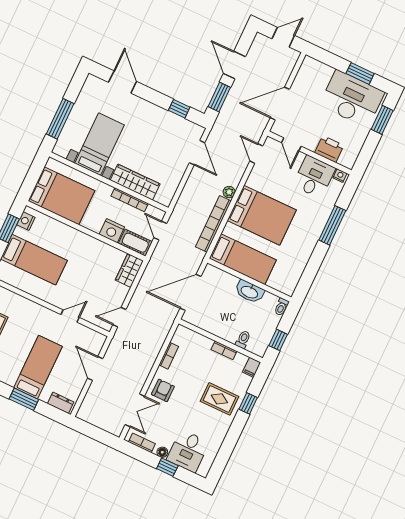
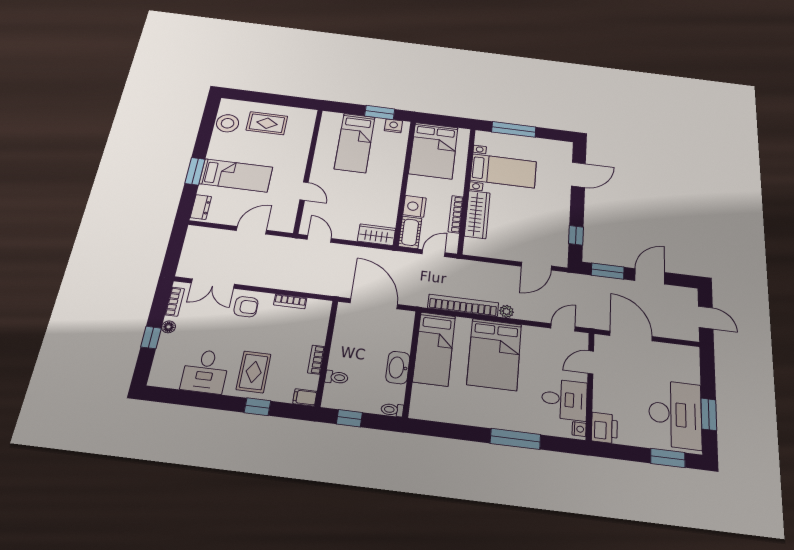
printer: (329, 149) -> (604, 428), moved
desk: (188, 451) -> (205, 371), moved, turned -90

